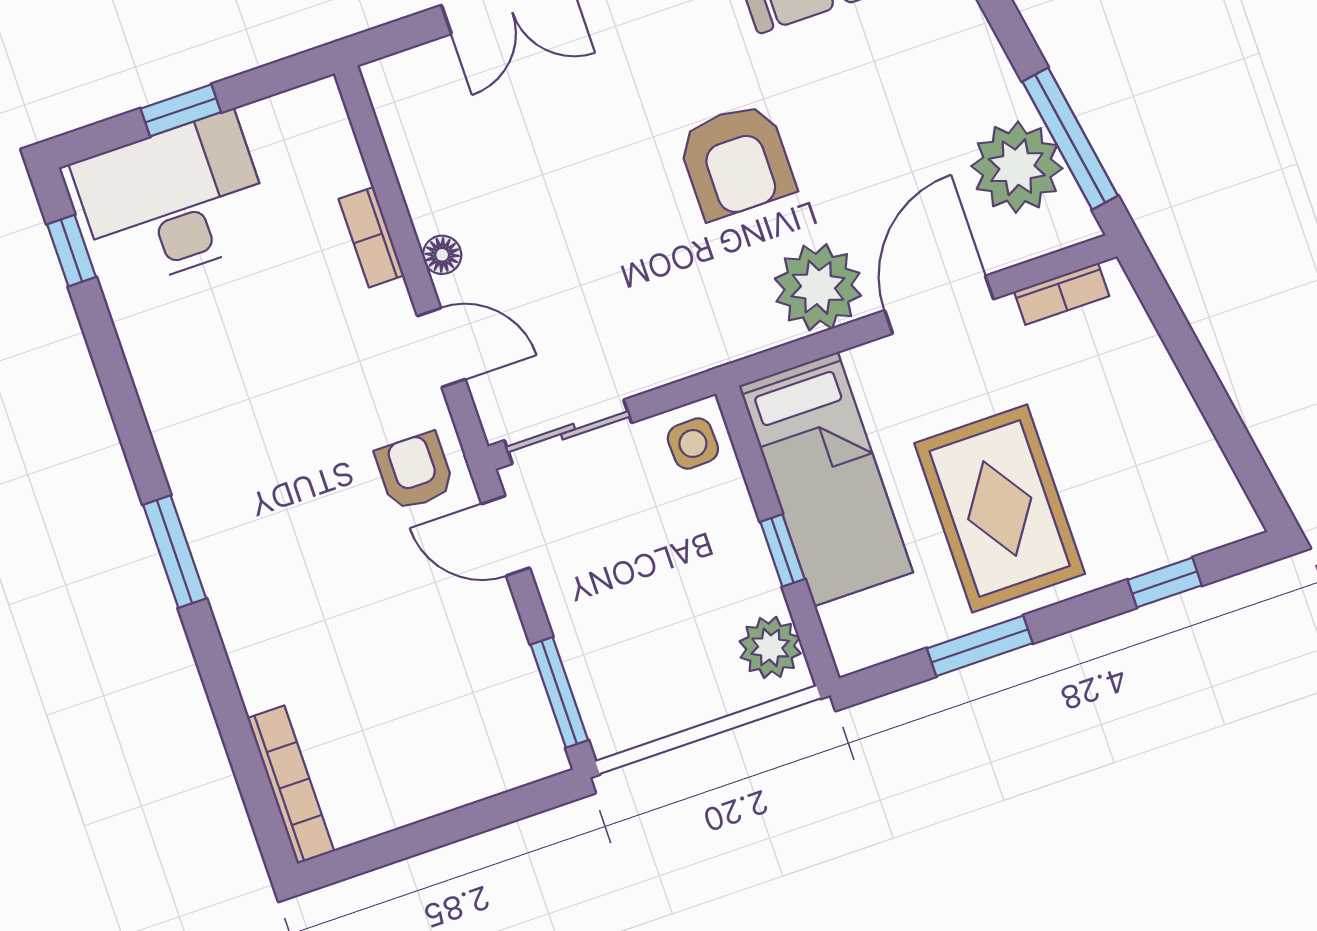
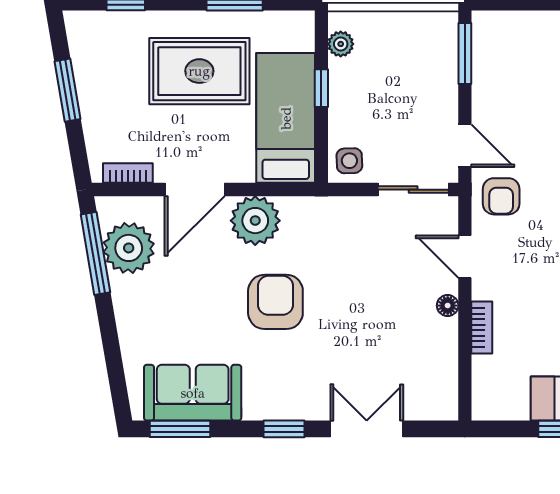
window: (1212, 399) -> (68, 90), added
rug: (1000, 508) -> (199, 71), turned 90
plant: (770, 647) -> (341, 44), width x0.73, depth x0.73

